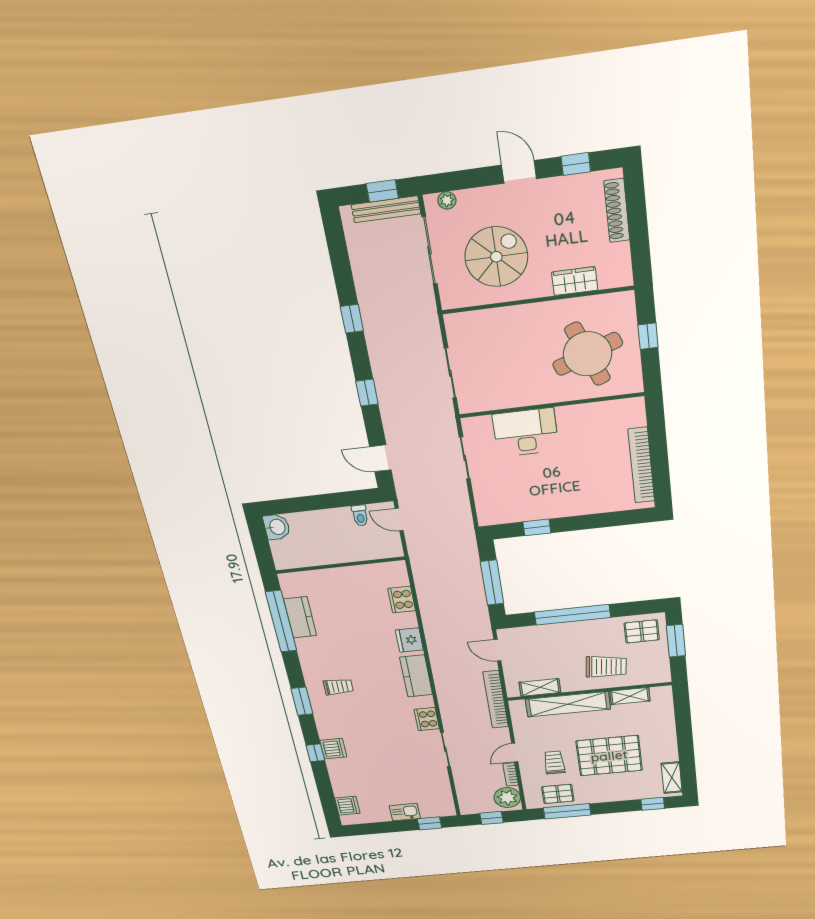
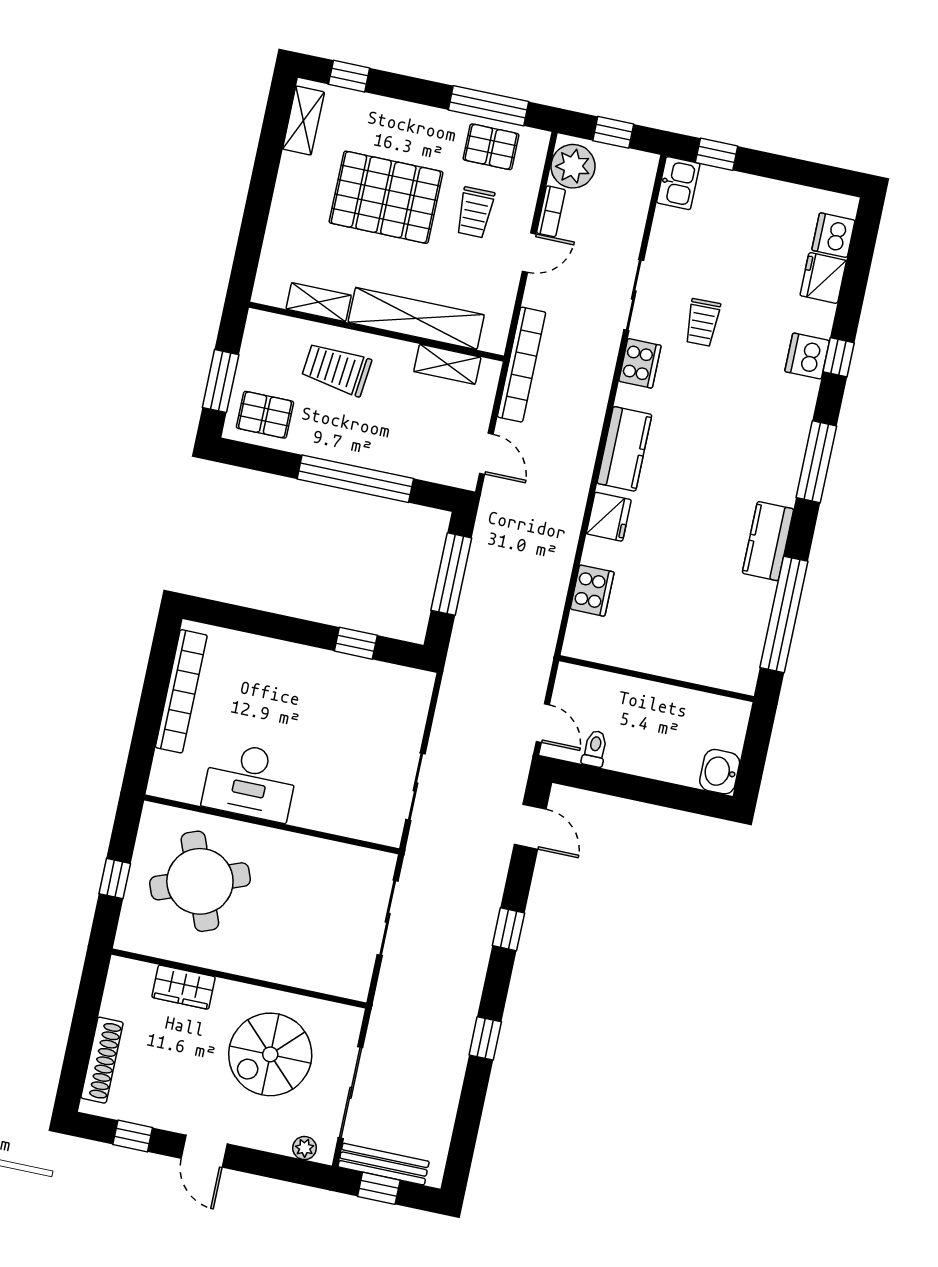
desk: (526, 432) -> (250, 782), moved
kitchen counter: (300, 617) -> (768, 541), moved
trolley: (338, 687) -> (702, 322), moved, turned -91
window: (302, 701) -> (816, 462), width x1.44
fridge: (343, 786) -> (823, 278), added
kitchen sink: (405, 812) -> (678, 183), moved, turned -90

